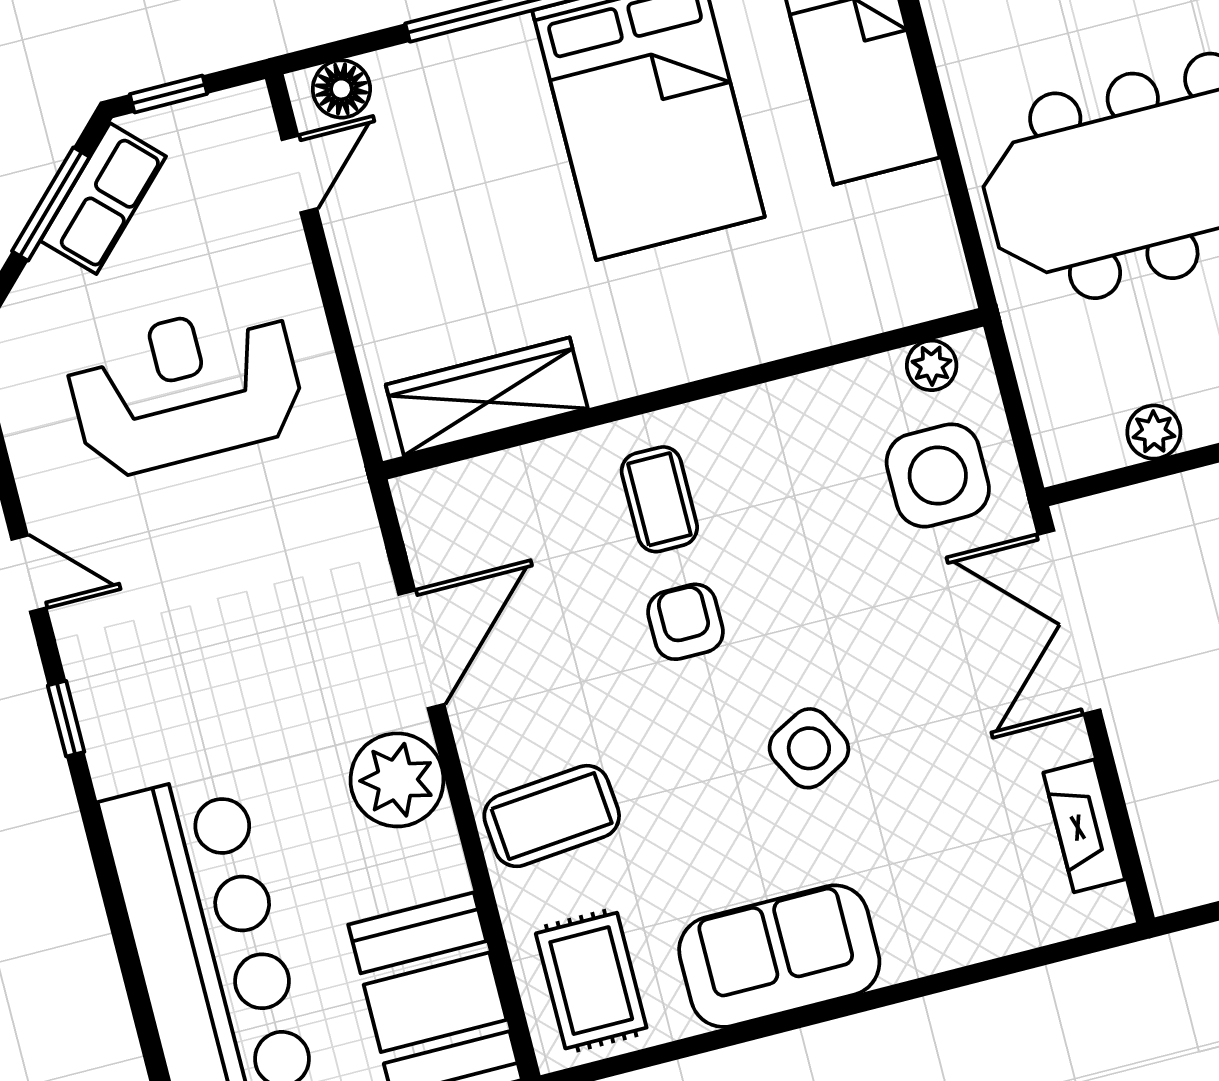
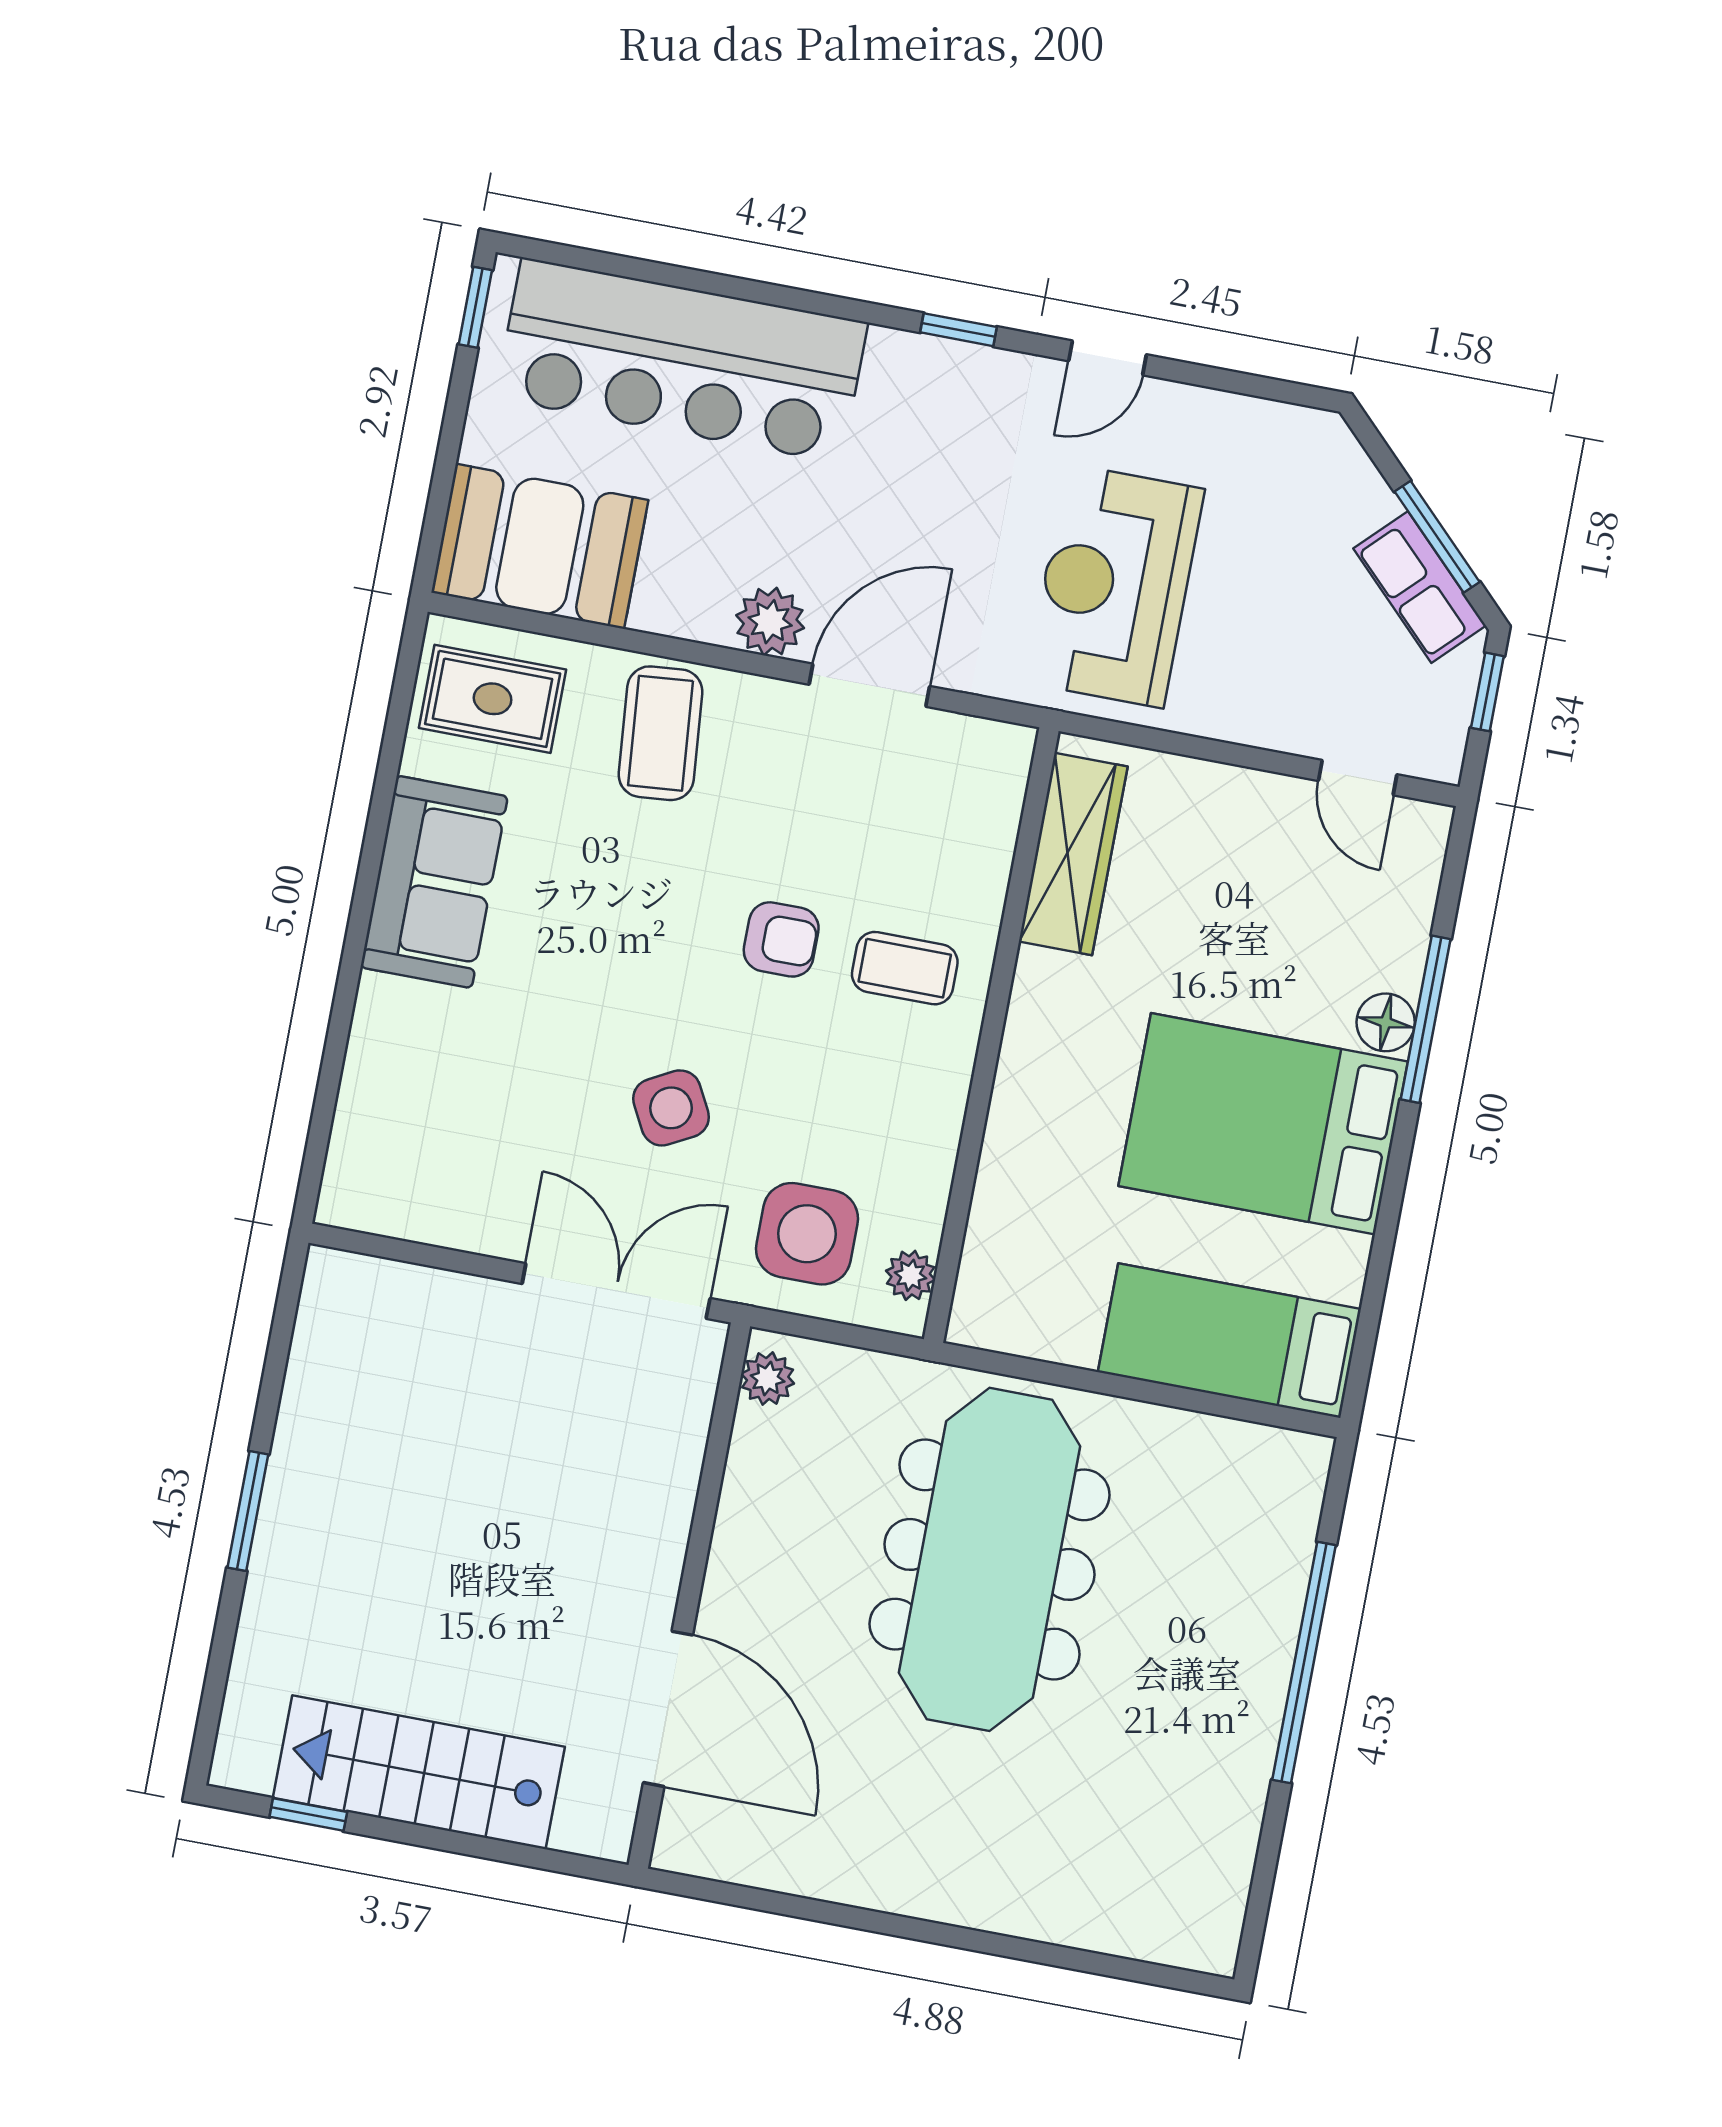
floor lamp: (341, 89) -> (1386, 1022), moved
reception desk: (185, 389) -> (1115, 586), moved, turned 180
plant: (1154, 432) -> (768, 1379), moved
door: (421, 649) -> (869, 685), swing flipped
side table: (809, 748) -> (671, 1108), moved
plant: (397, 780) -> (770, 622), width x0.73, depth x0.73
fireplace: (1084, 826) -> (423, 1217), removed

